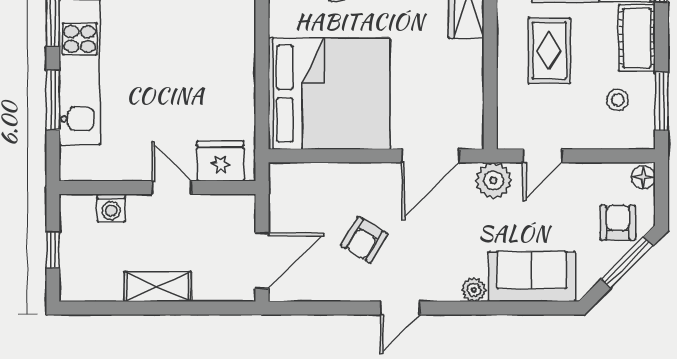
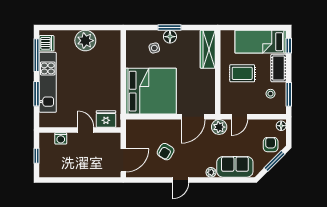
rug: (549, 51) -> (242, 73), turned 90
shelving: (158, 287) -> (80, 171), removed

